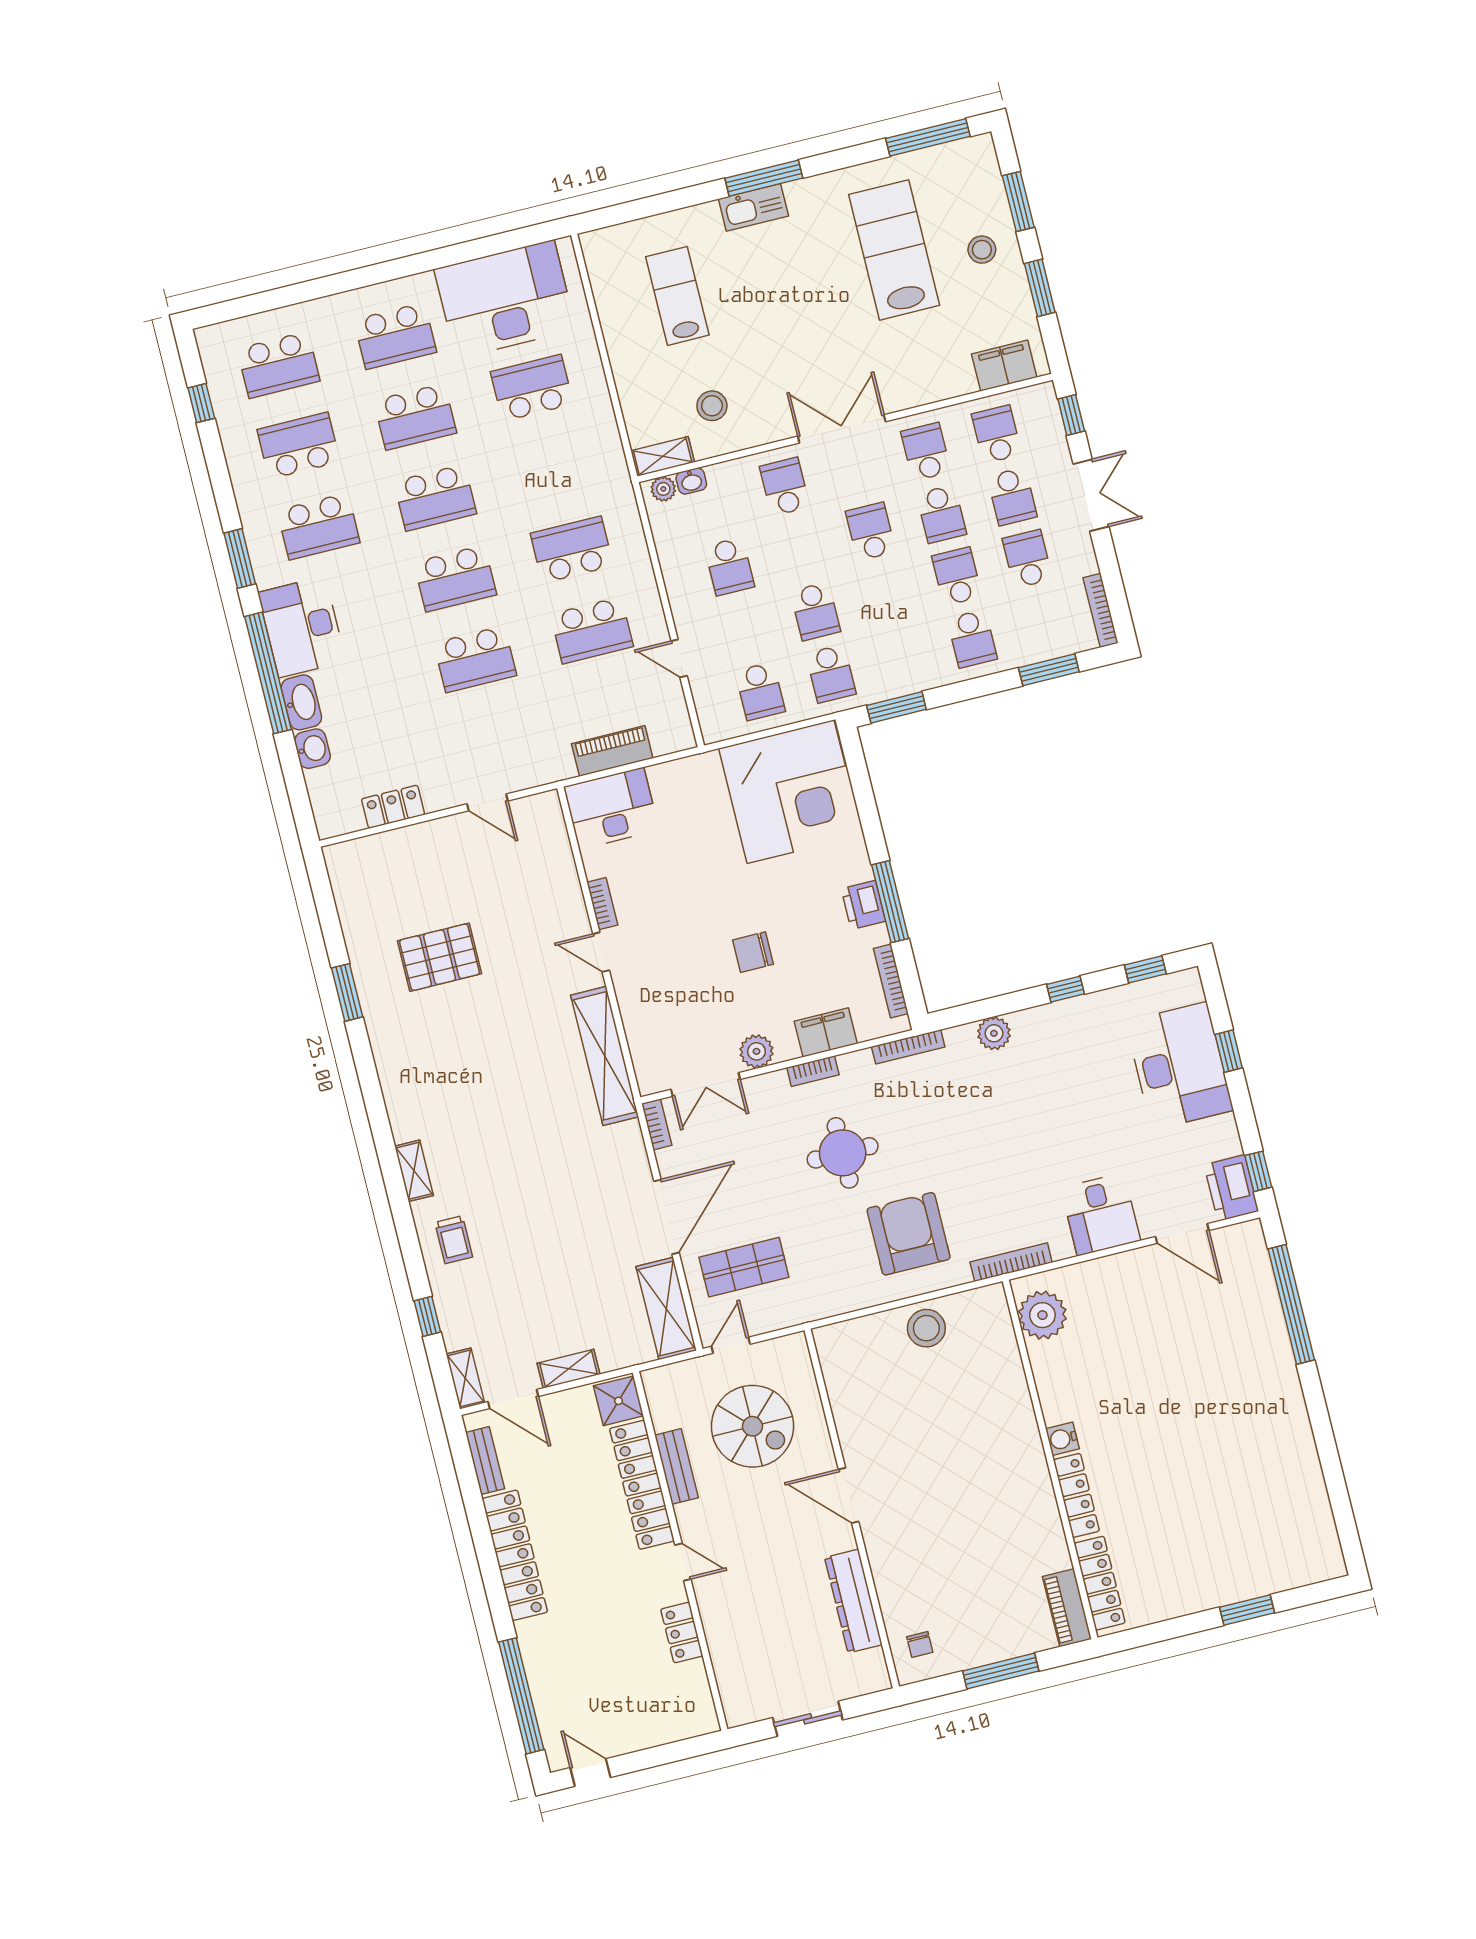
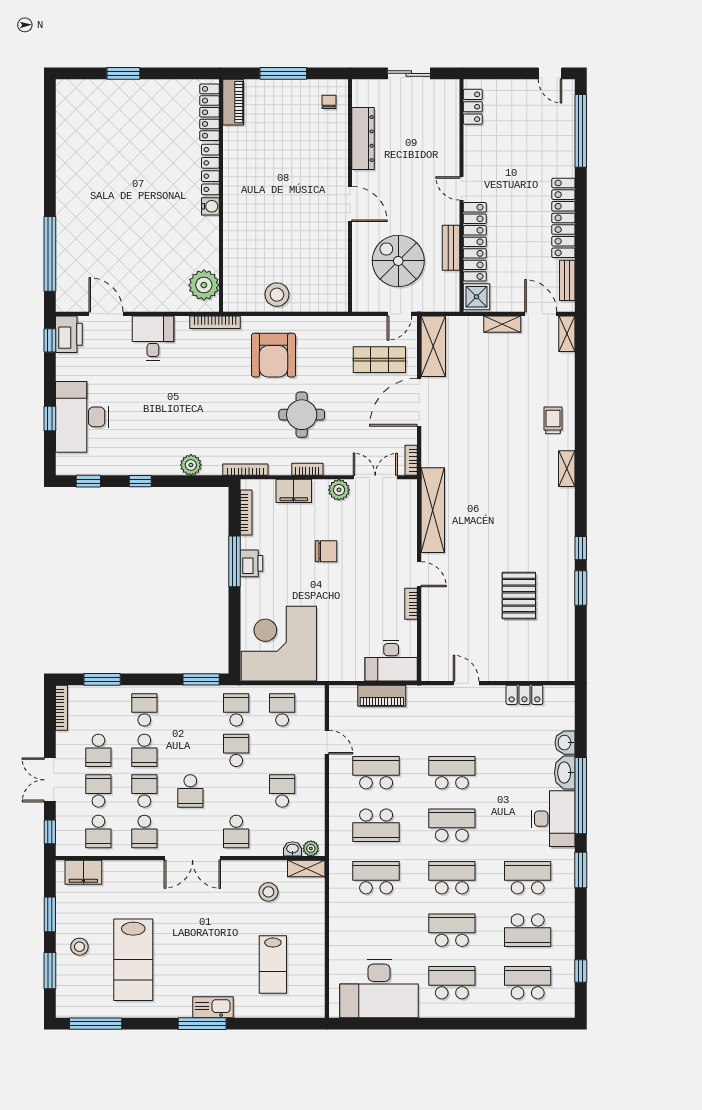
school desk: (532, 388) -> (376, 878), moved, turned 180
pallet: (439, 957) -> (519, 596), turned 90
window: (427, 1316) -> (581, 548), moved
locker: (682, 1633) -> (473, 107), moved

